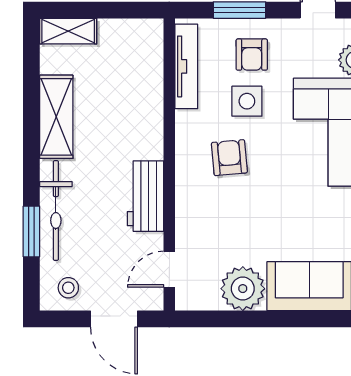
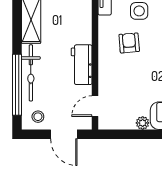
window: (31, 231) -> (17, 85), width x2.11
plant: (243, 289) -> (143, 123), width x0.53, depth x0.53

